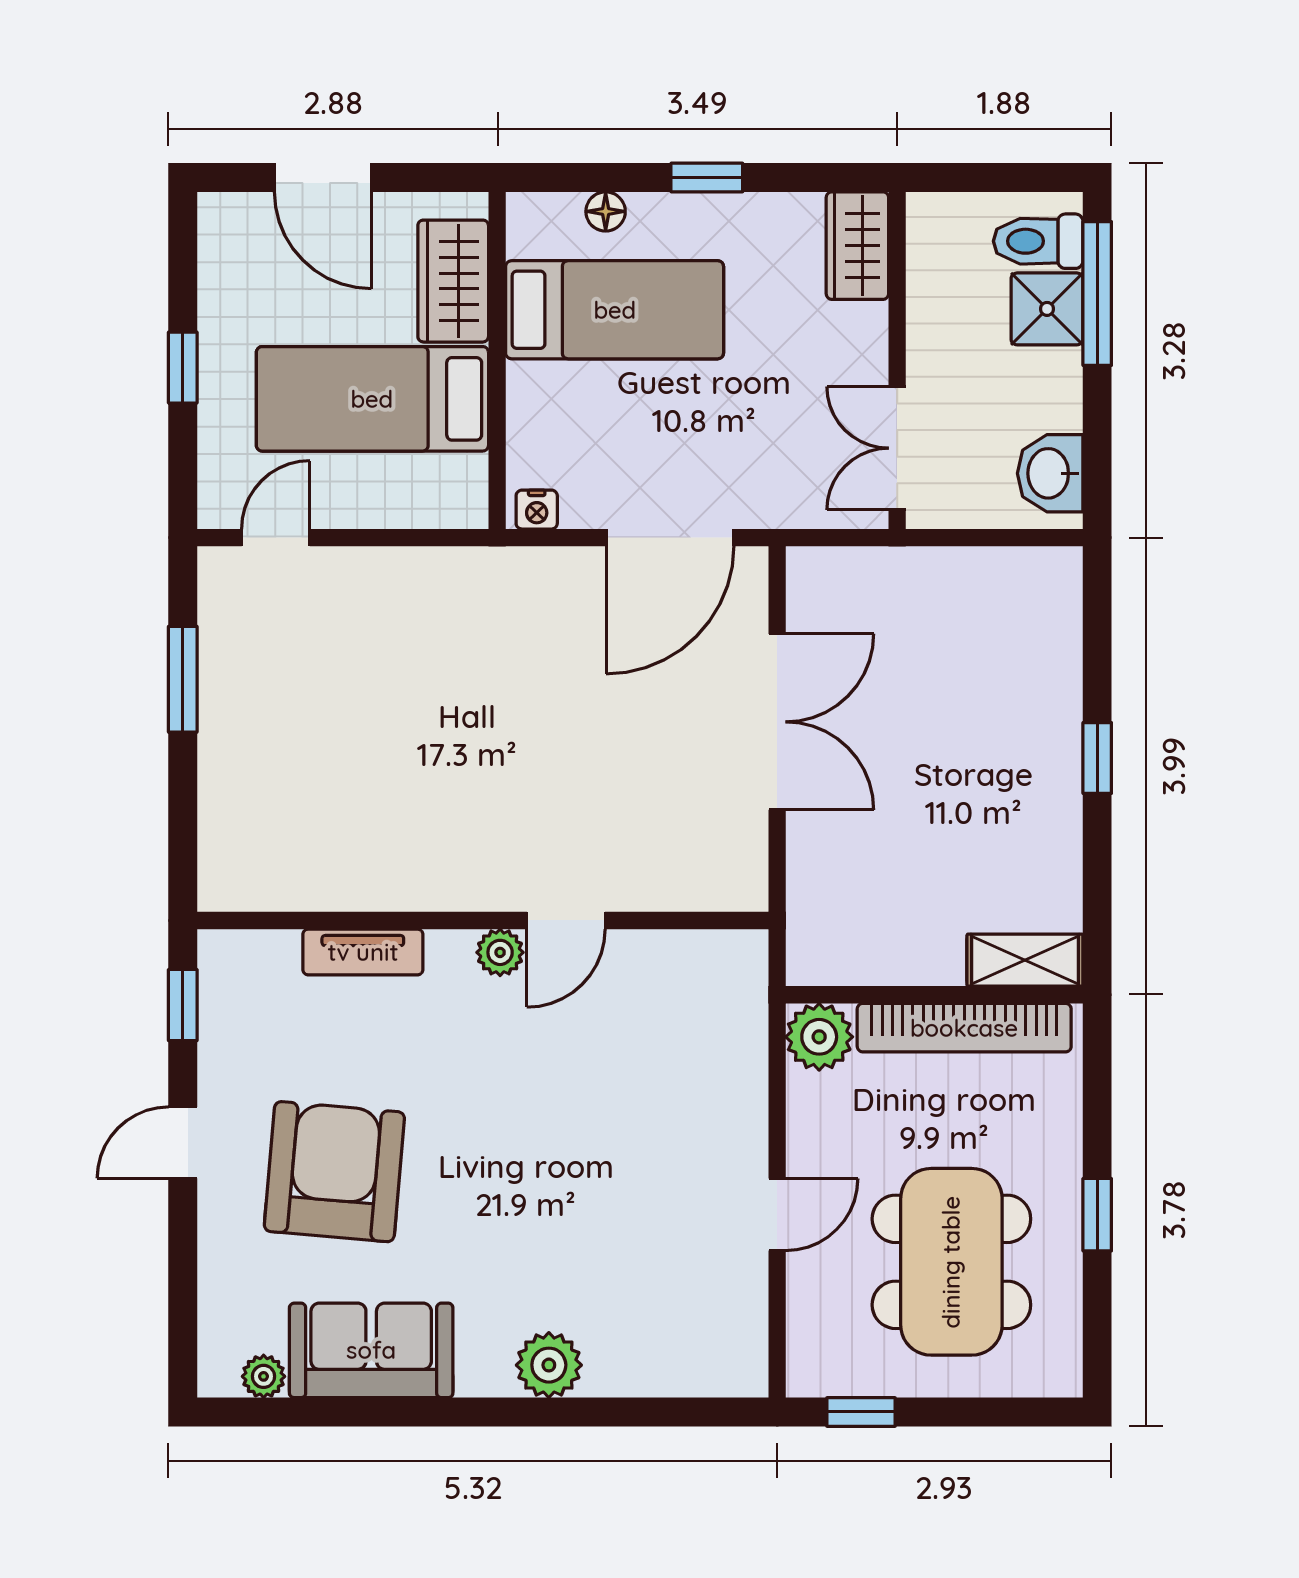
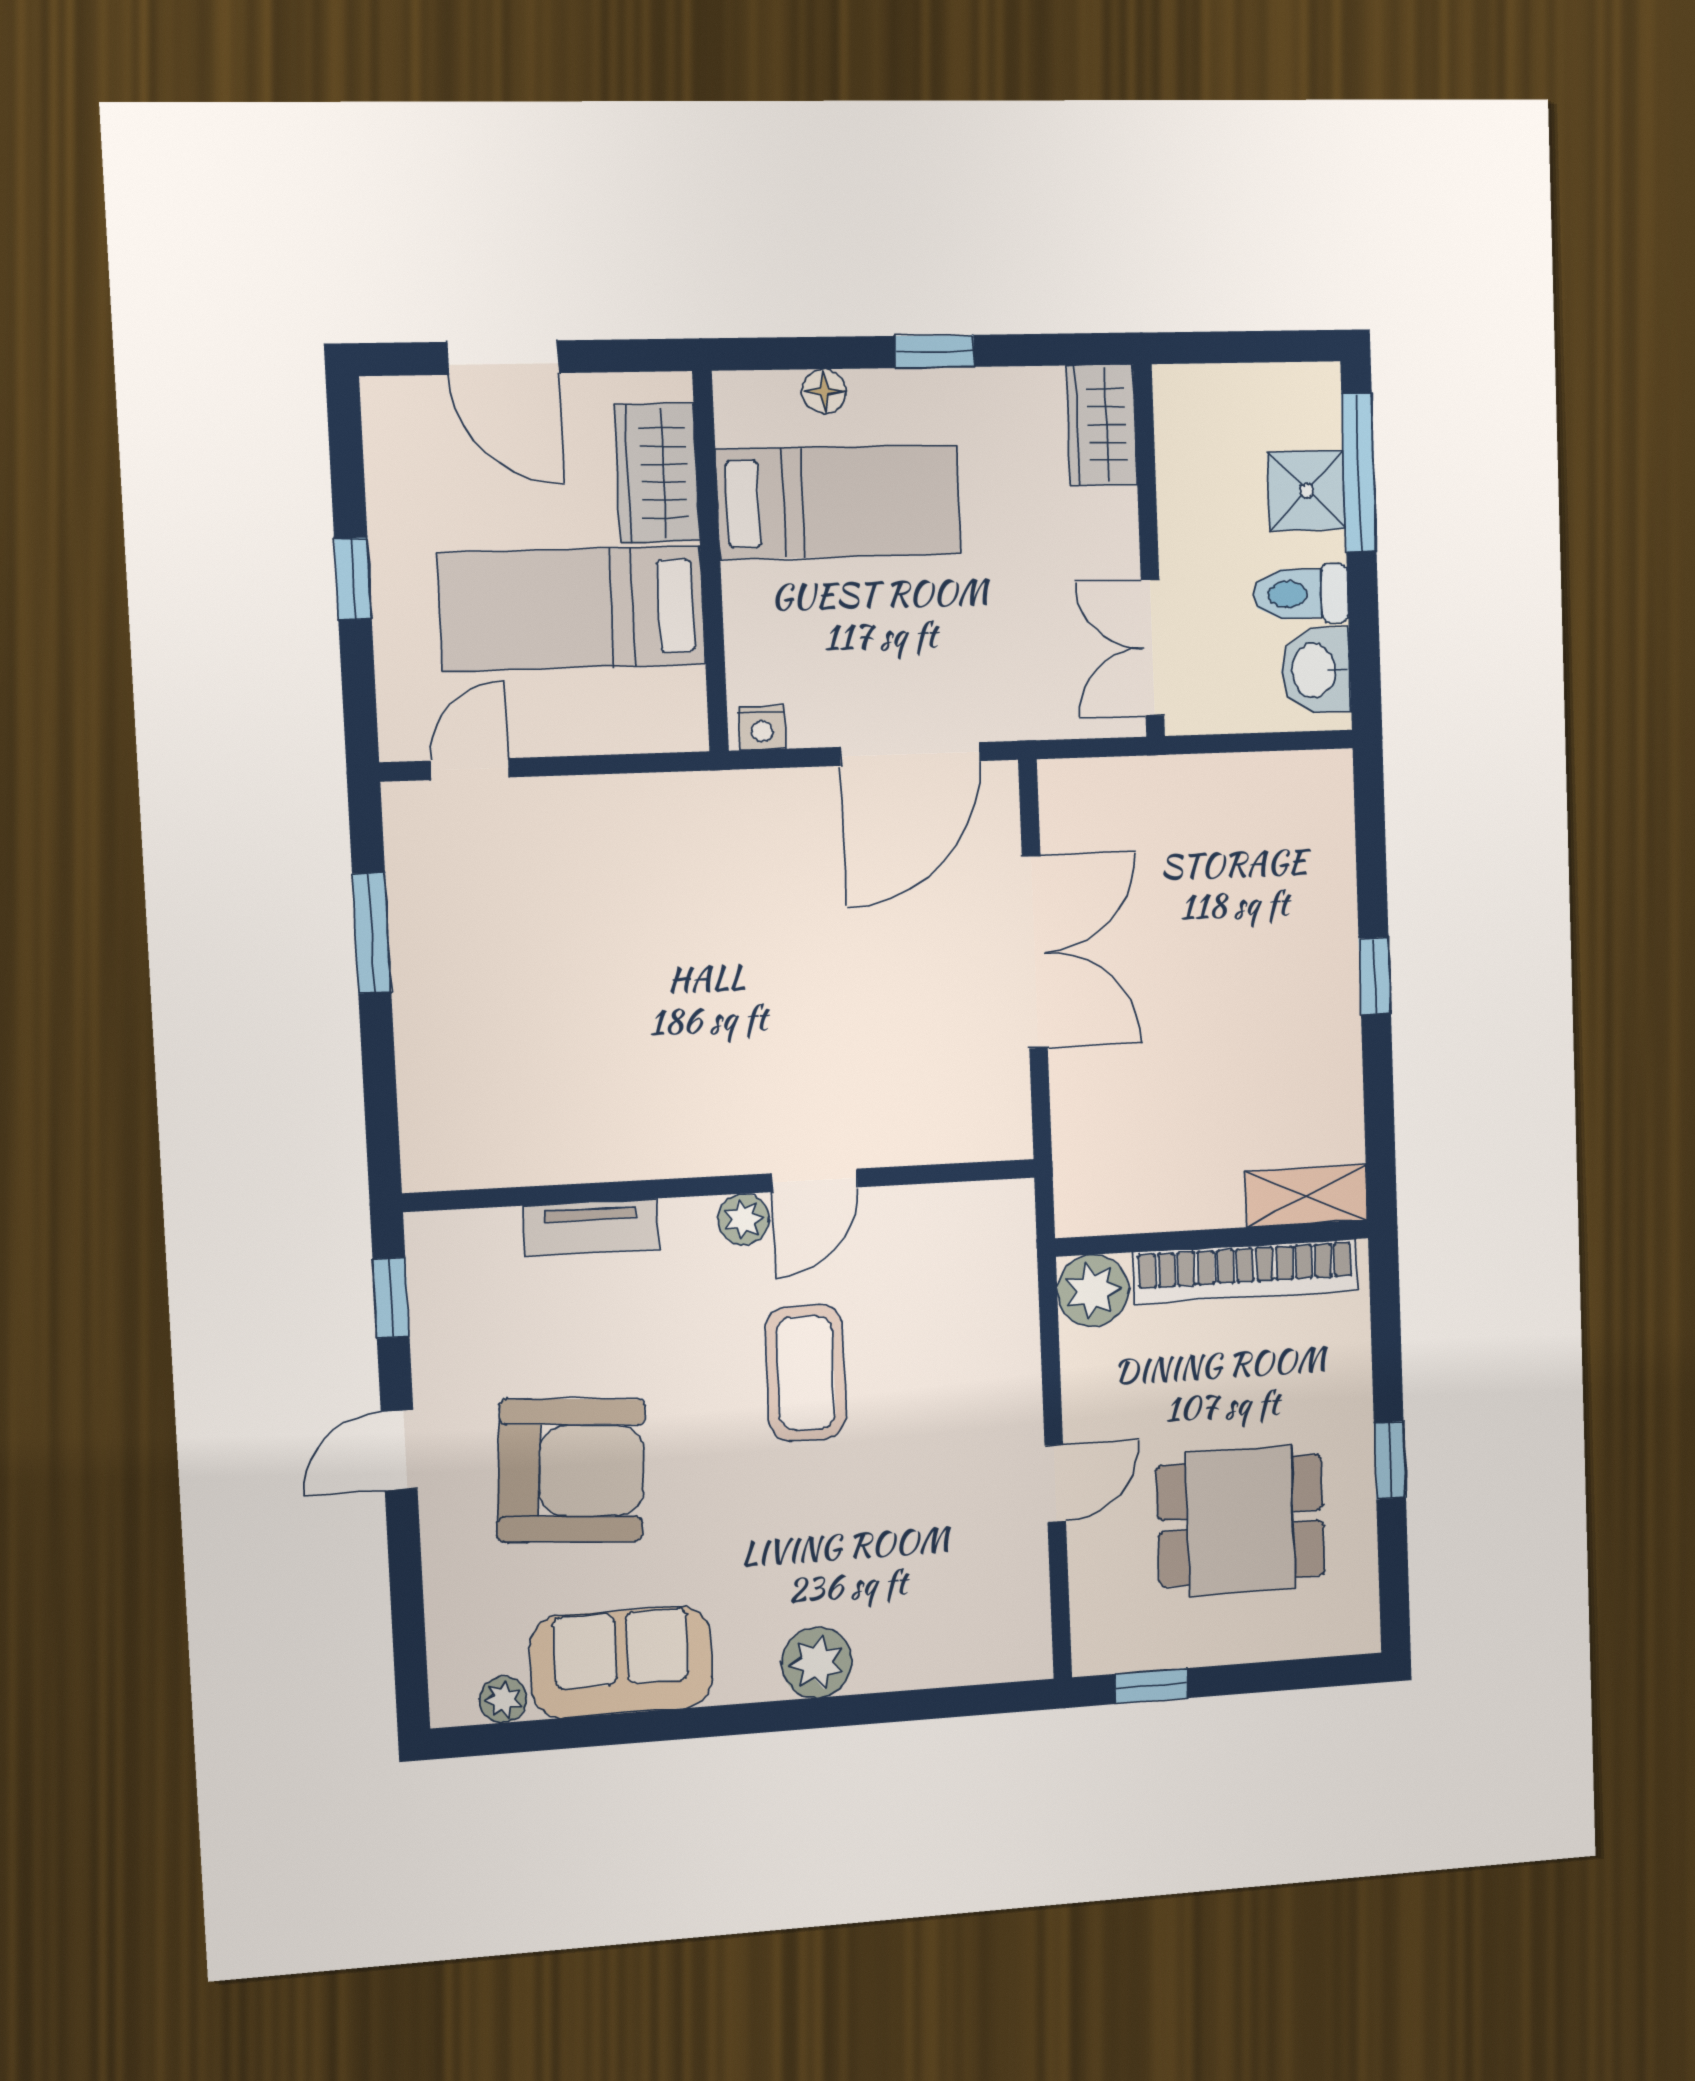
toilet: (1038, 241) -> (1301, 594), moved
coffee table: (550, 1096) -> (806, 1373), added
armchair: (334, 1172) -> (571, 1471), turned 89
dining table: (951, 1262) -> (1241, 1521), width x0.73

